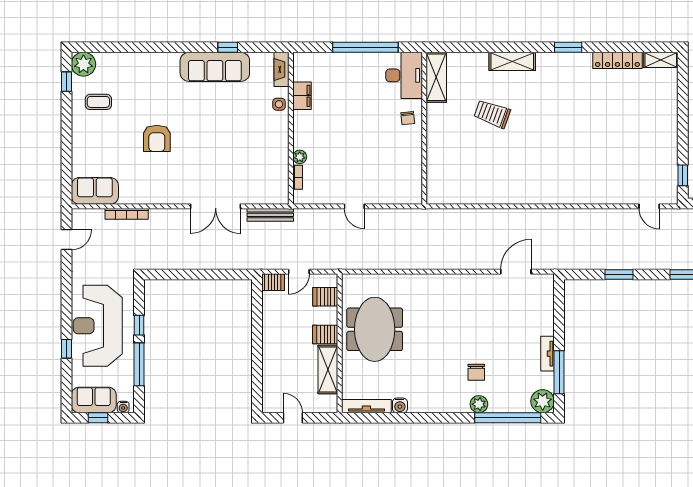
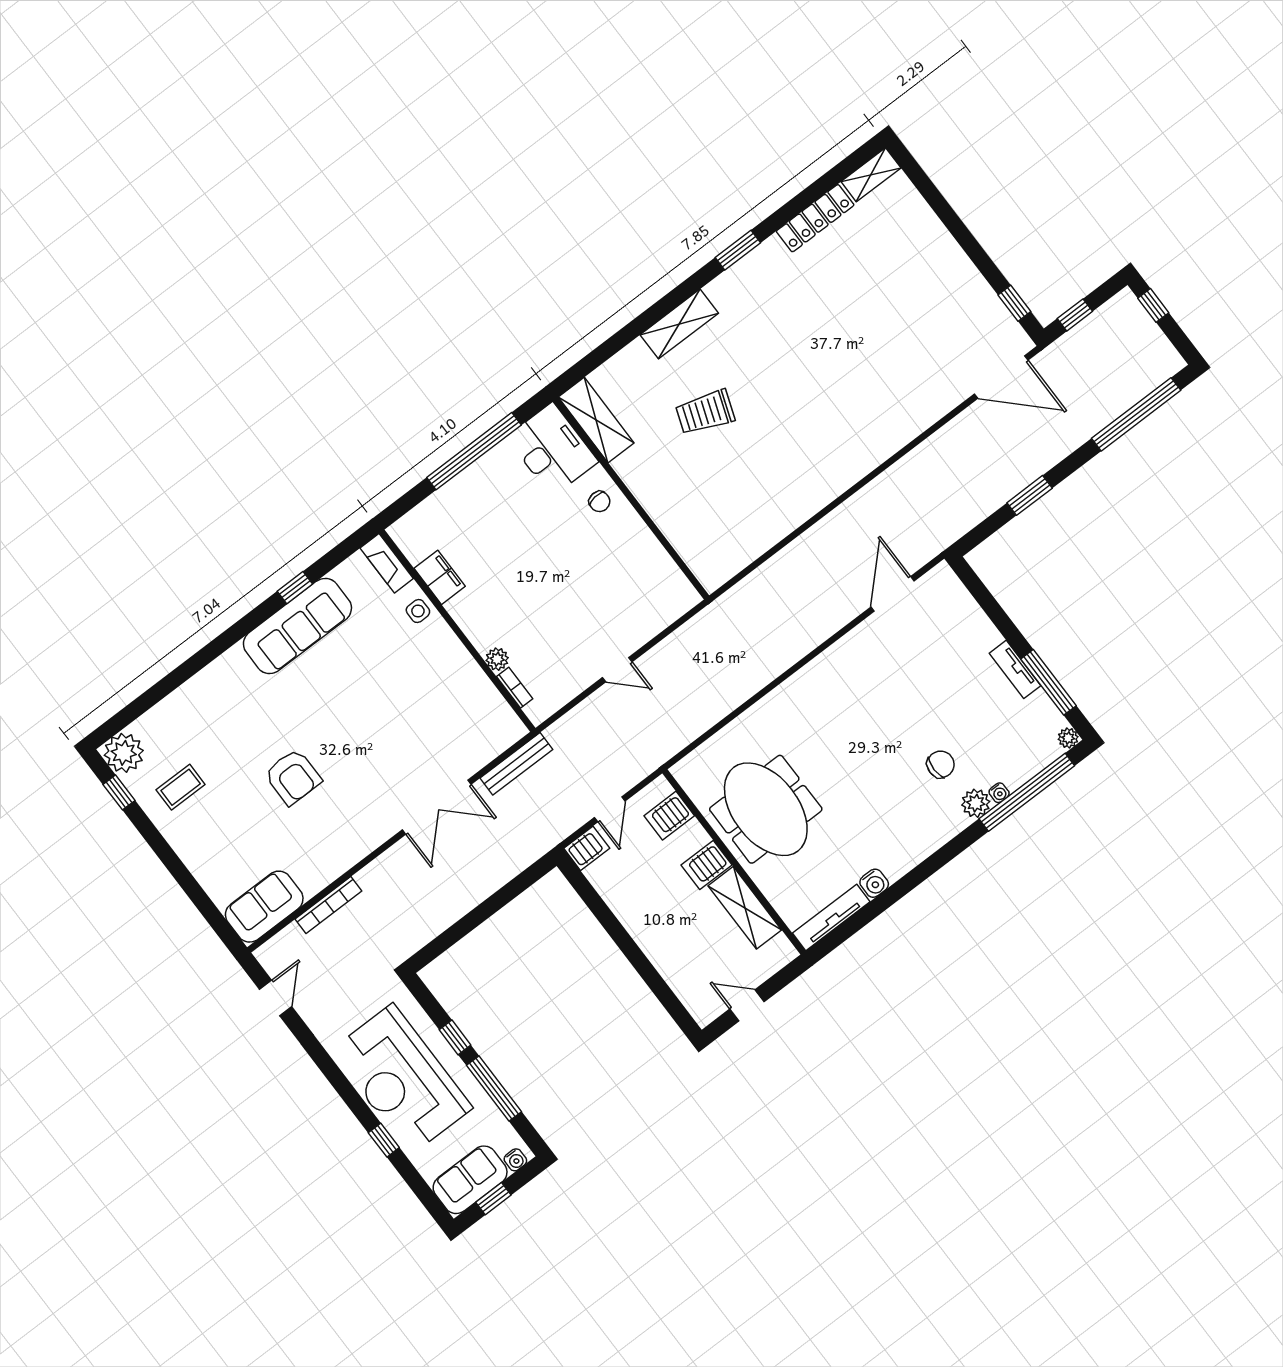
door: (649, 206) -> (1001, 377), width x1.87
chair: (476, 372) -> (941, 764), turned -90
plant: (543, 401) -> (1068, 738), width x0.53, depth x0.53
water cooler: (494, 408) -> (999, 793), added

